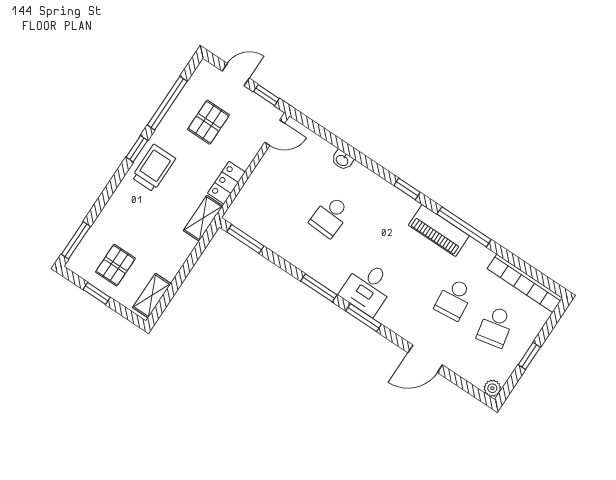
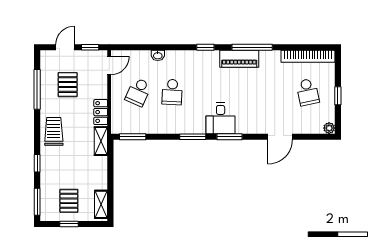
window: (137, 149) -> (37, 163), moved
school desk: (454, 299) -> (138, 92), moved, turned 30

